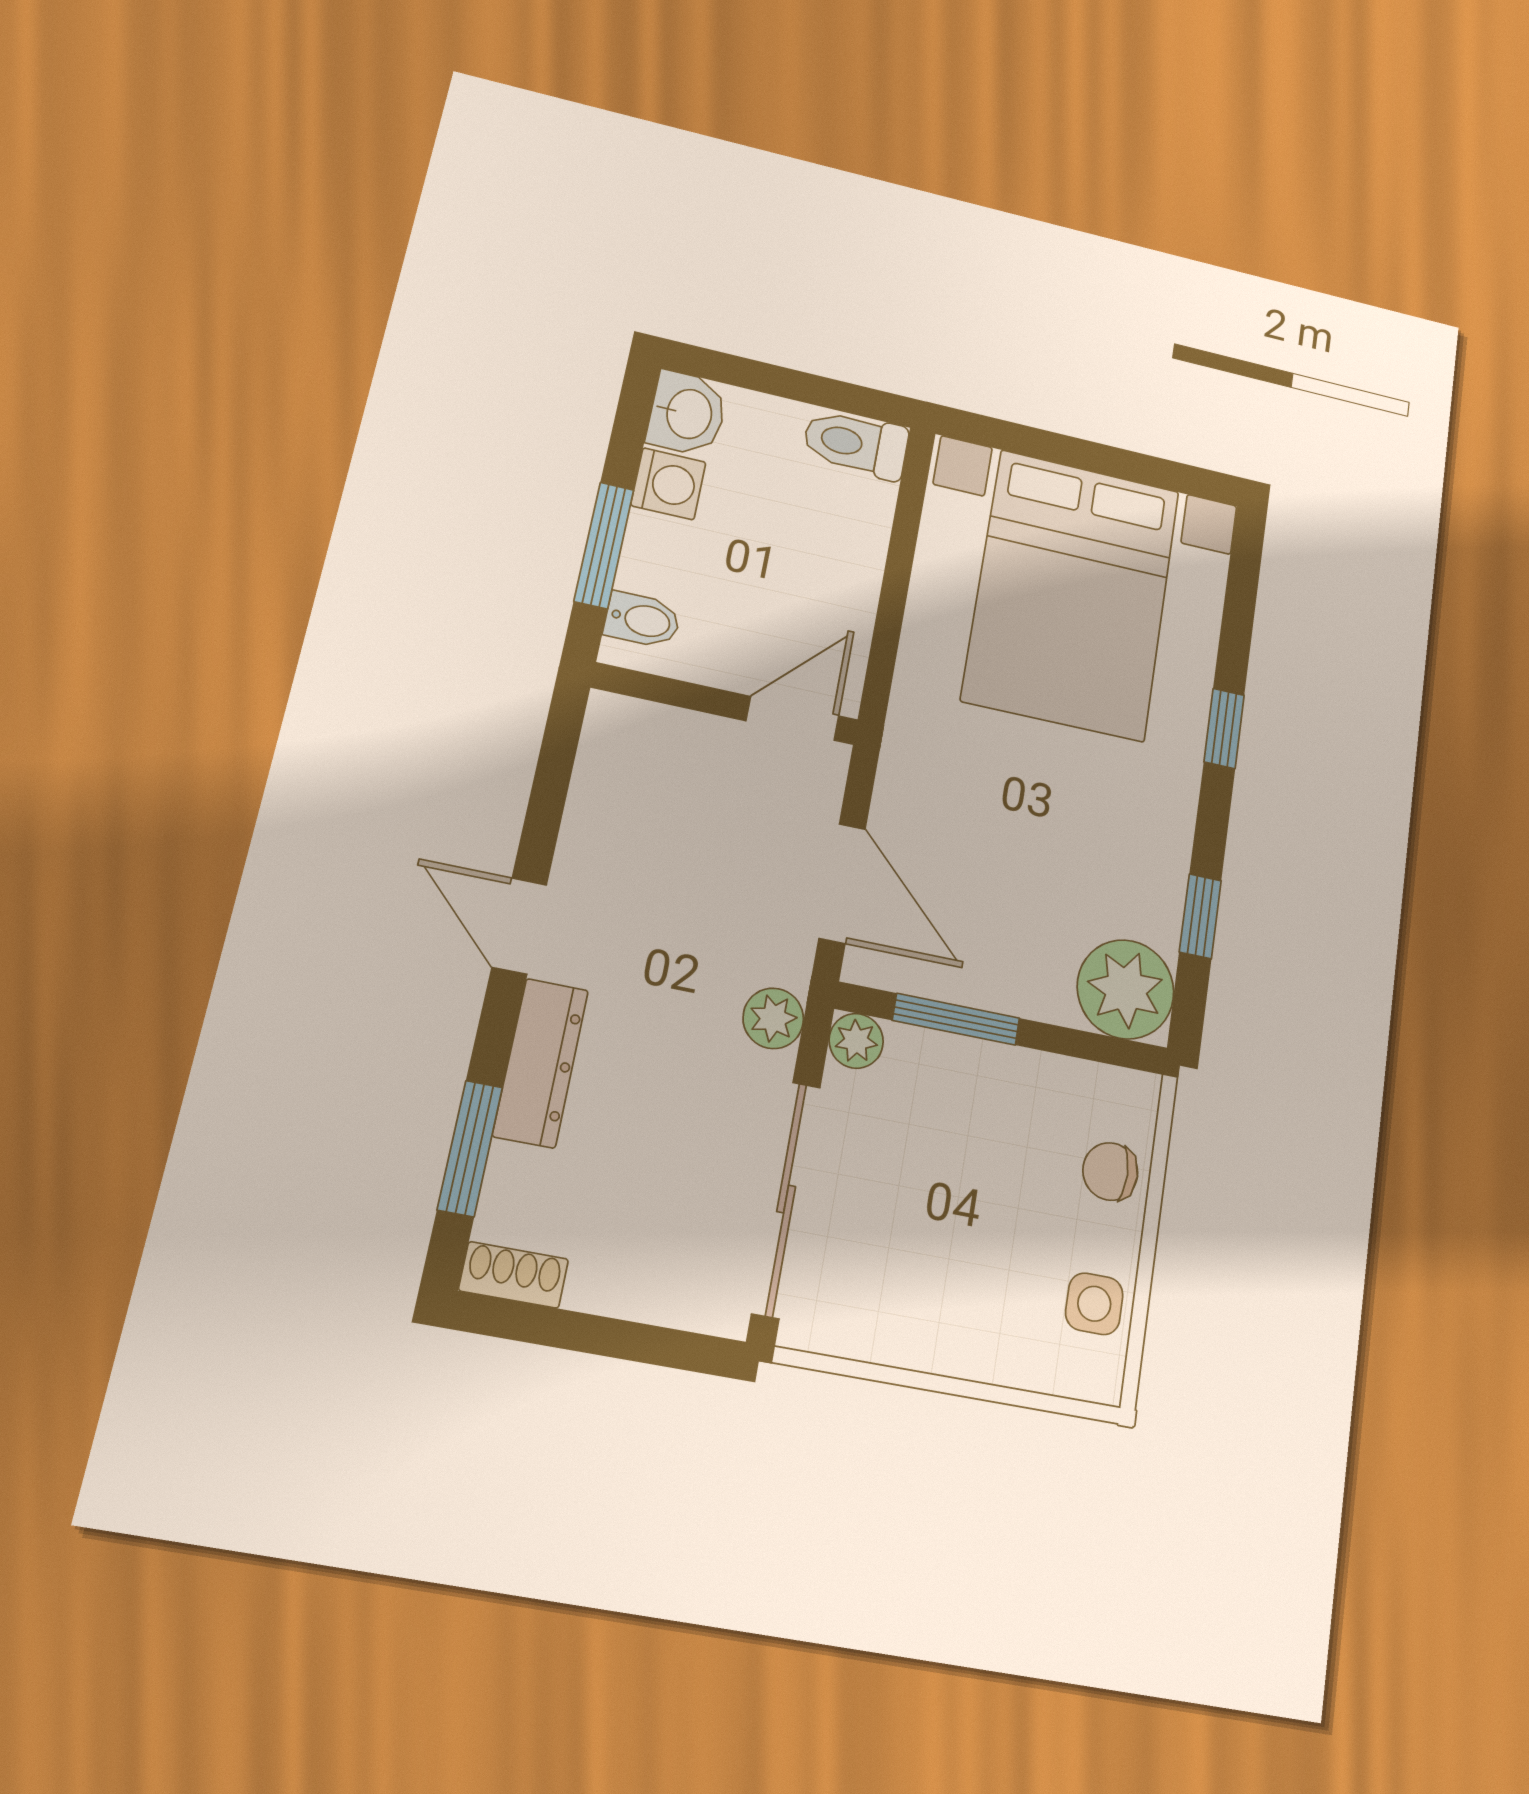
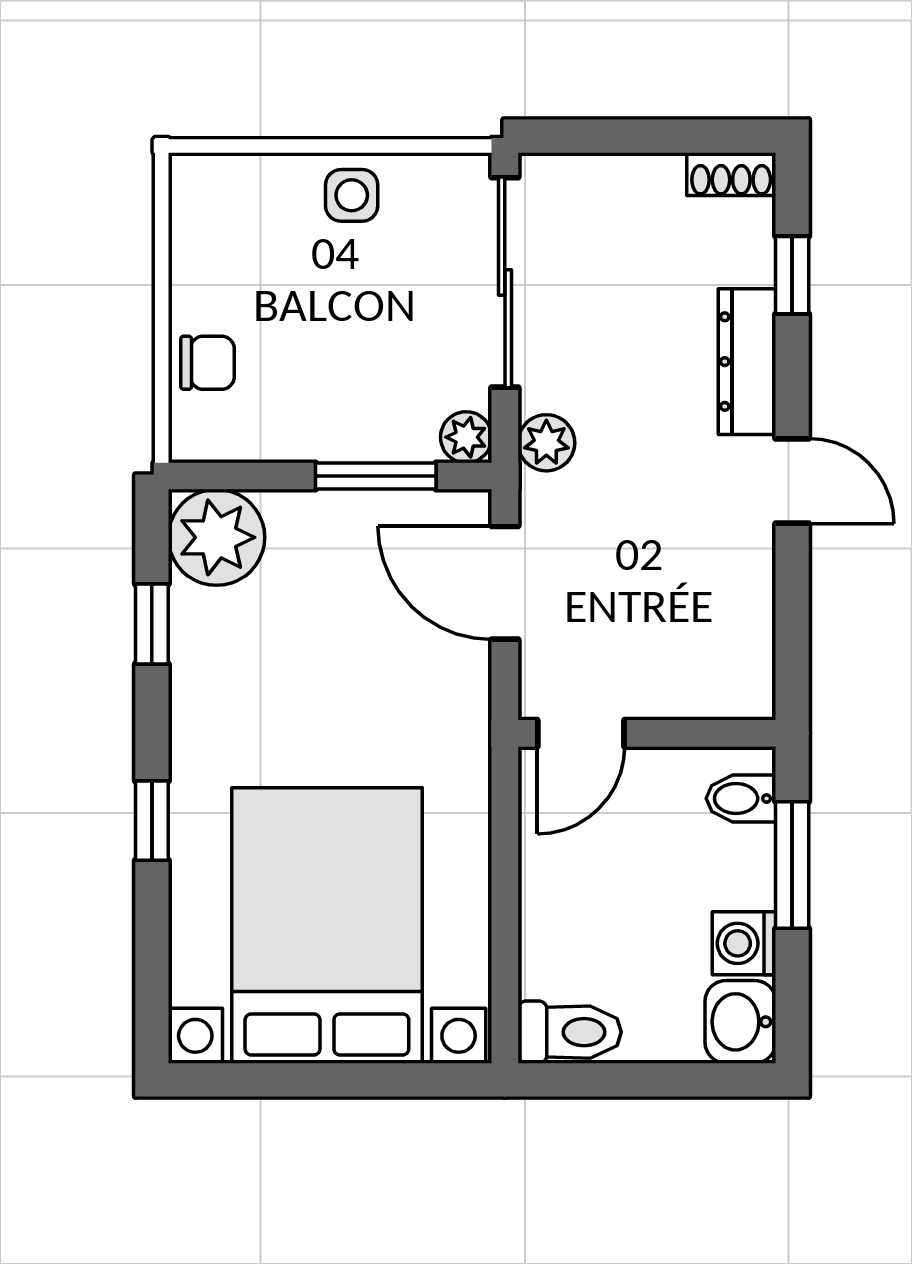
window: (470, 1148) -> (792, 275), width x0.67
side table: (1094, 1304) -> (352, 195), moved

